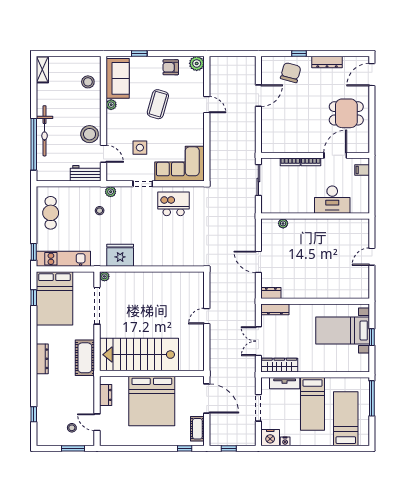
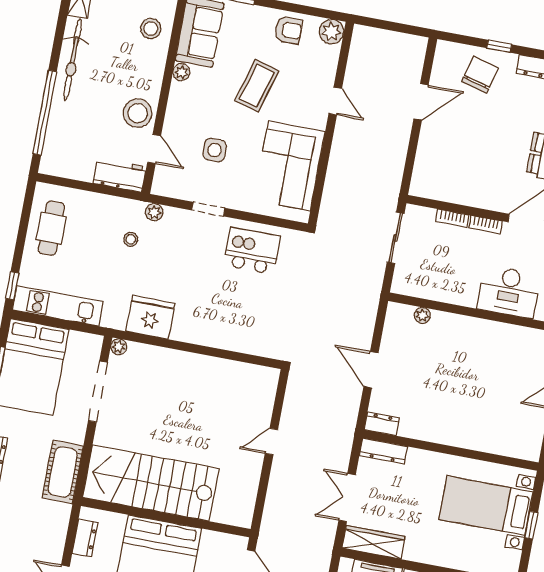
armchair: (171, 67) -> (288, 30), turned 180
bicycle: (45, 131) -> (73, 60), moved
corner sofa: (179, 164) -> (289, 166), moved, turned -90

